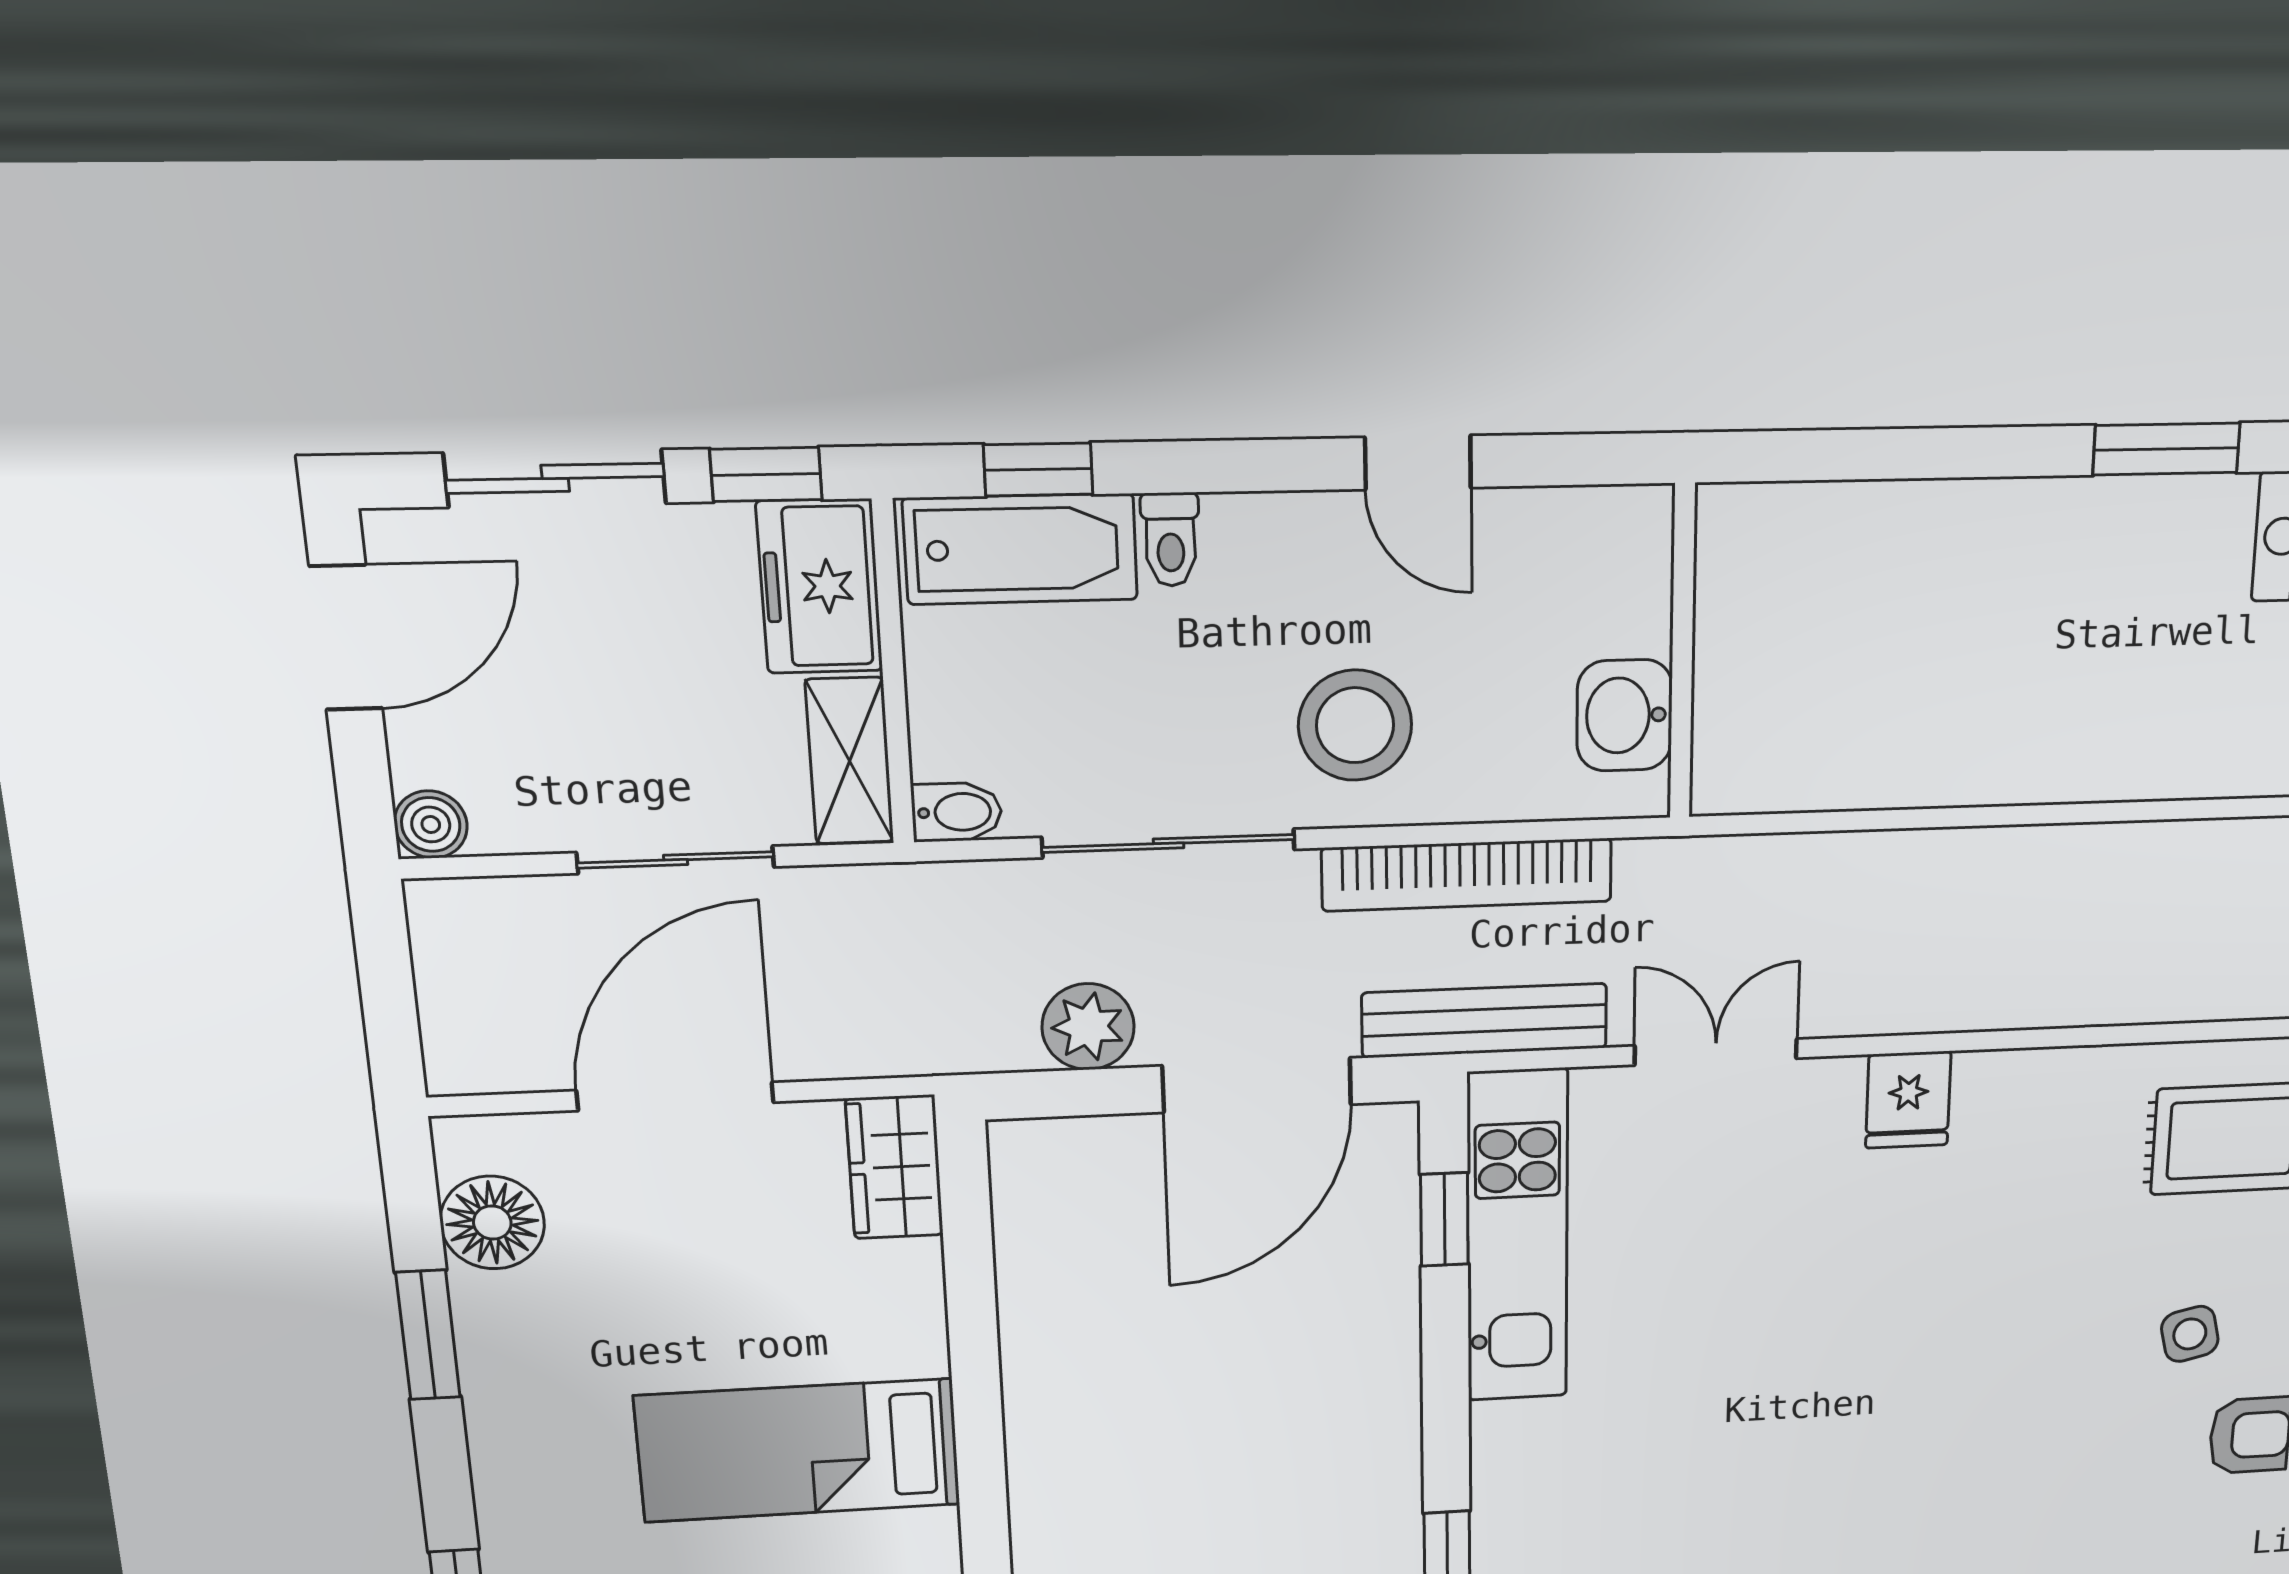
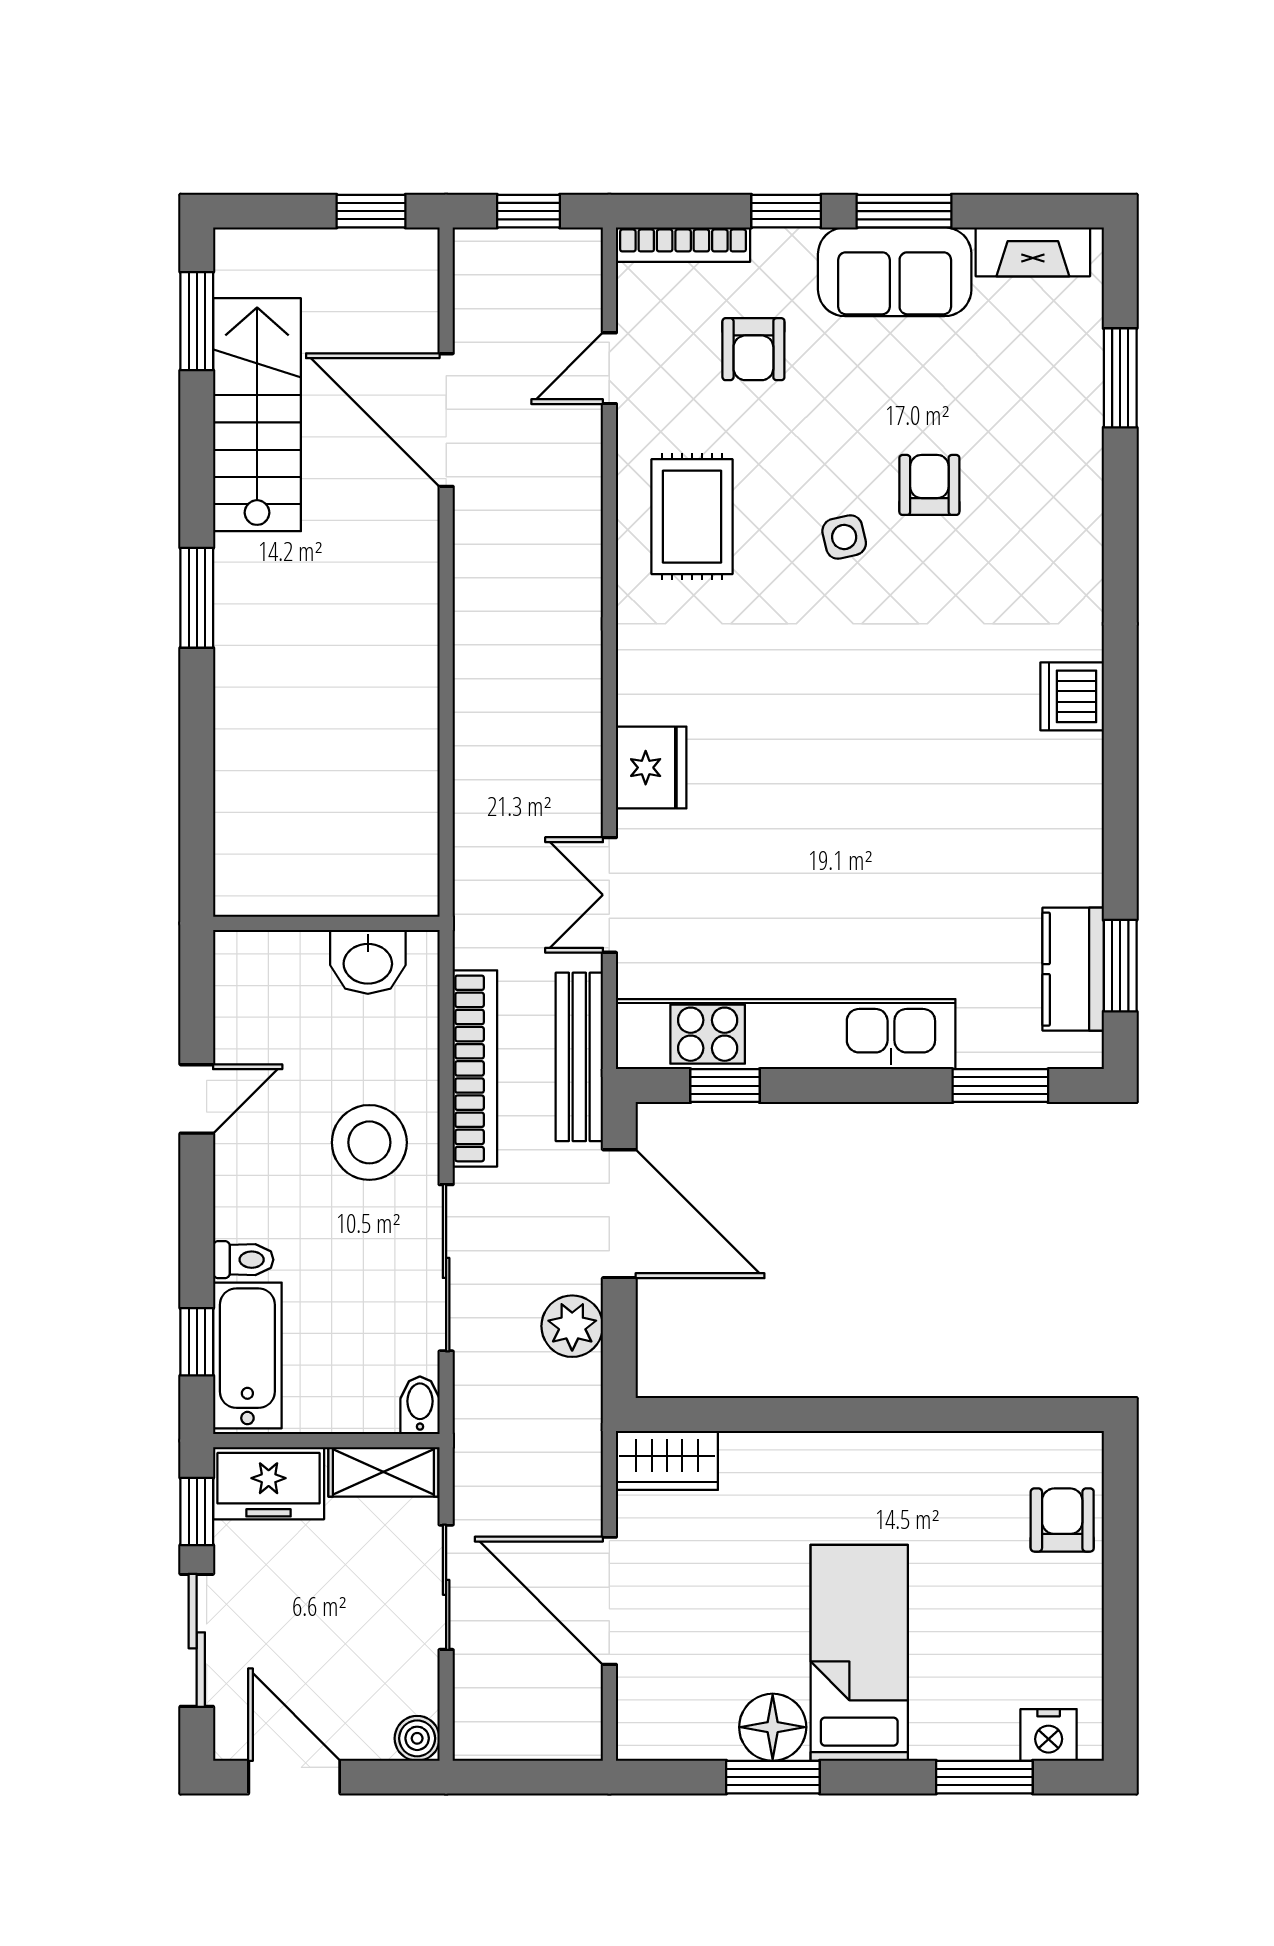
fridge: (1908, 1100) -> (651, 768), width x1.38
floor lamp: (492, 1223) -> (773, 1727), moved
kitchen unit: (1517, 1236) -> (786, 1034), width x1.36
bed: (798, 1450) -> (859, 1653), moved, turned 180

